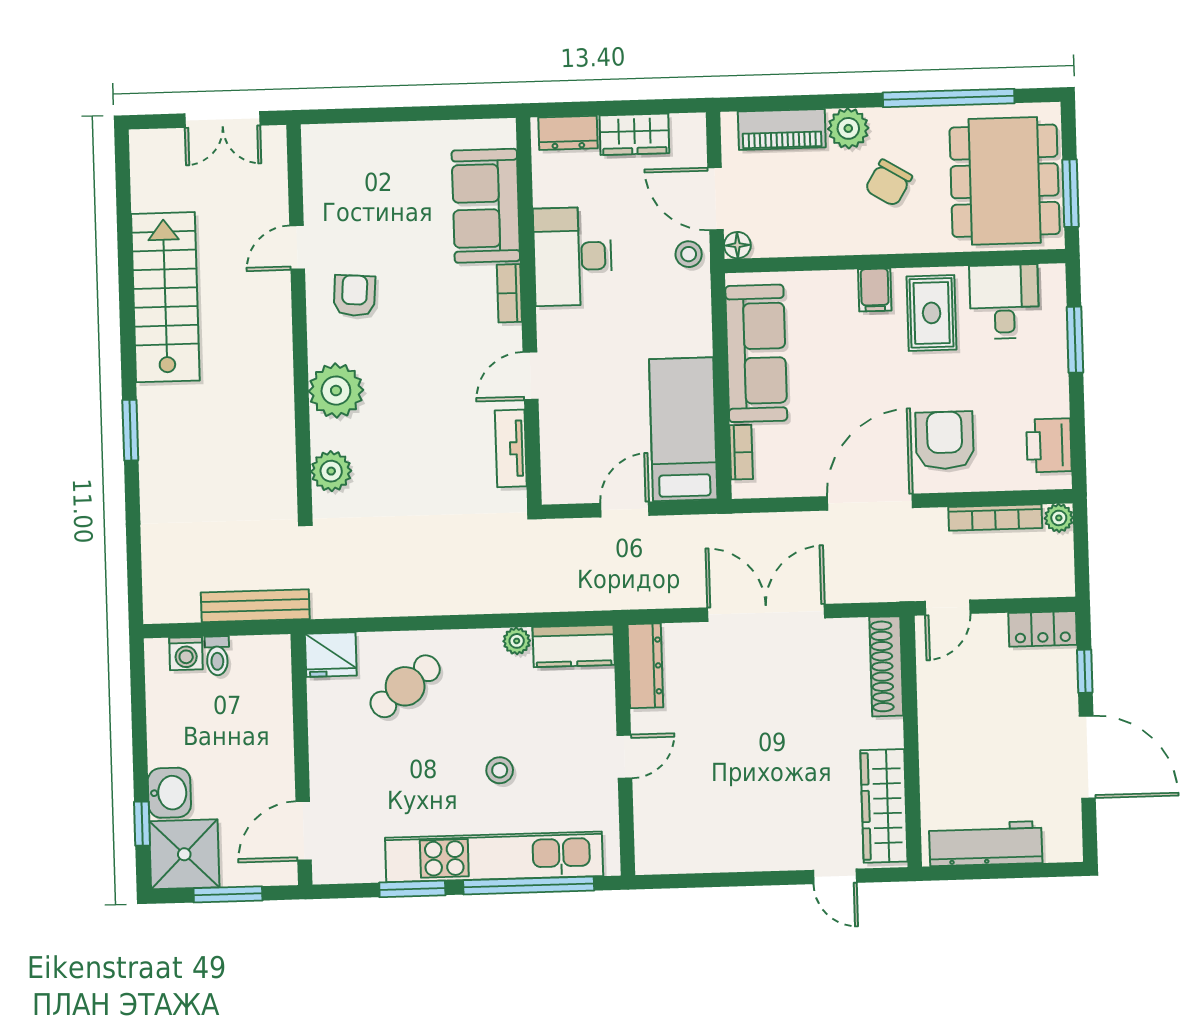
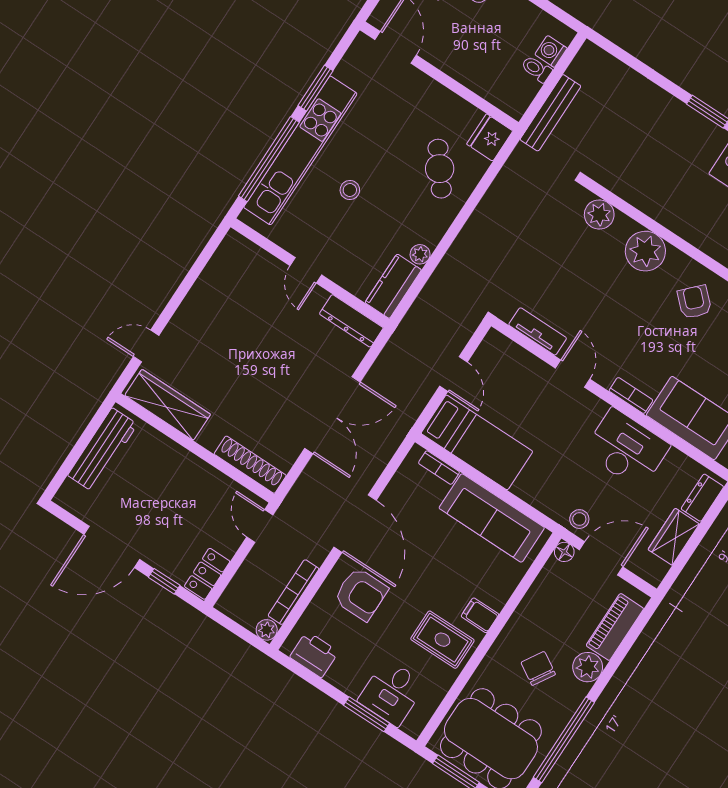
armchair: (354, 296) -> (694, 302), turned -140
desk: (1004, 302) -> (392, 692), moved, turned 90

